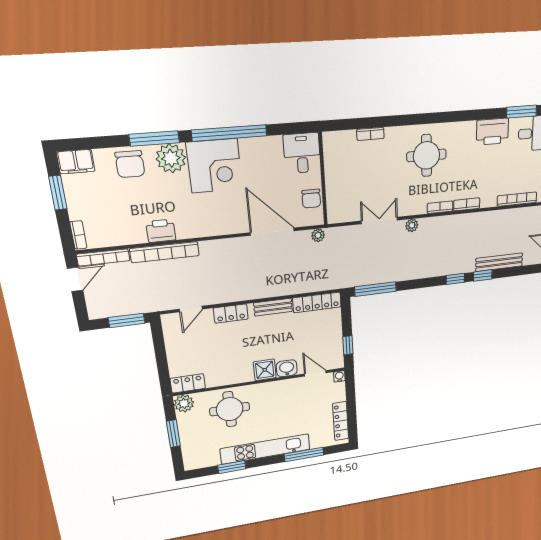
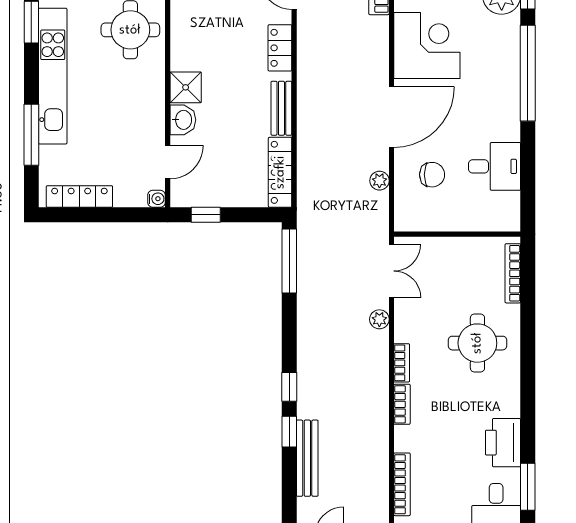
bookcase: (370, 134) -> (513, 273), width x1.56
corner desk: (214, 166) -> (427, 45), moved, turned 180
wall: (323, 179) -> (457, 234), moved
chair: (311, 199) -> (432, 175), turned 180

